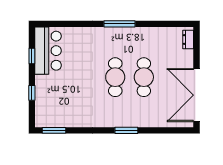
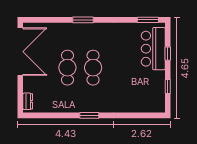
window: (119, 24) -> (89, 115), width x0.69
bar counter: (48, 51) -> (153, 49), moved

